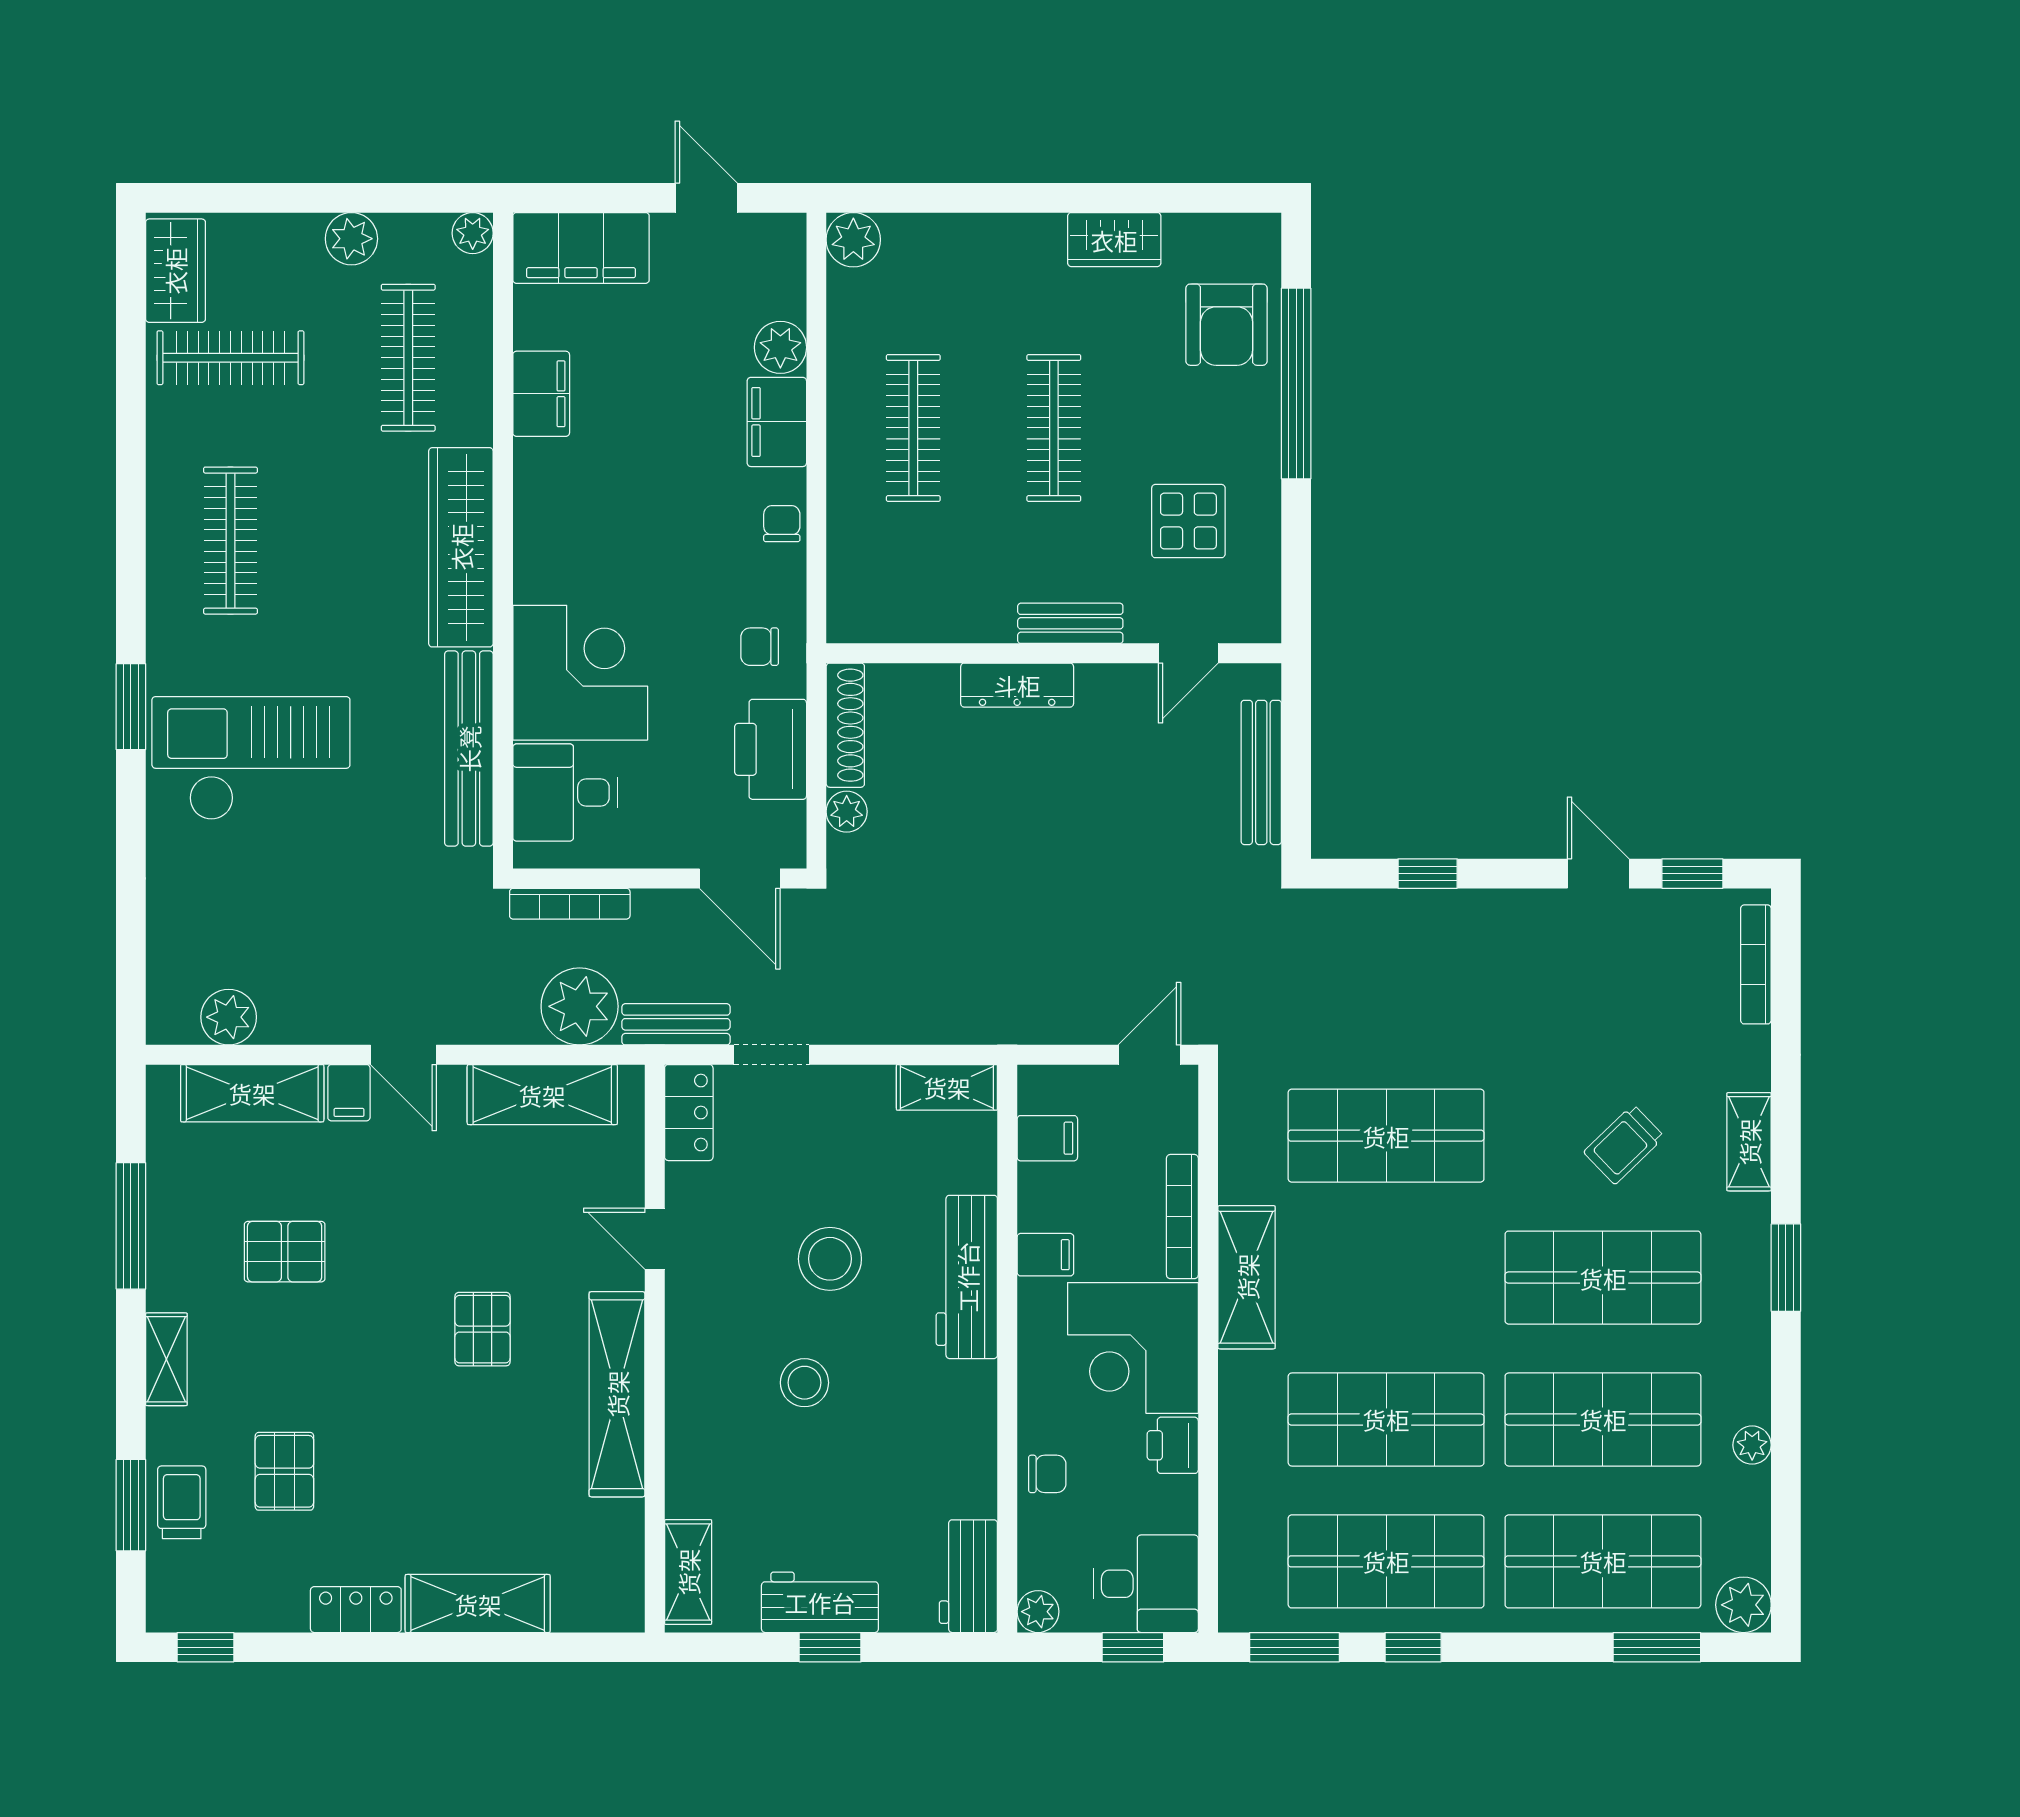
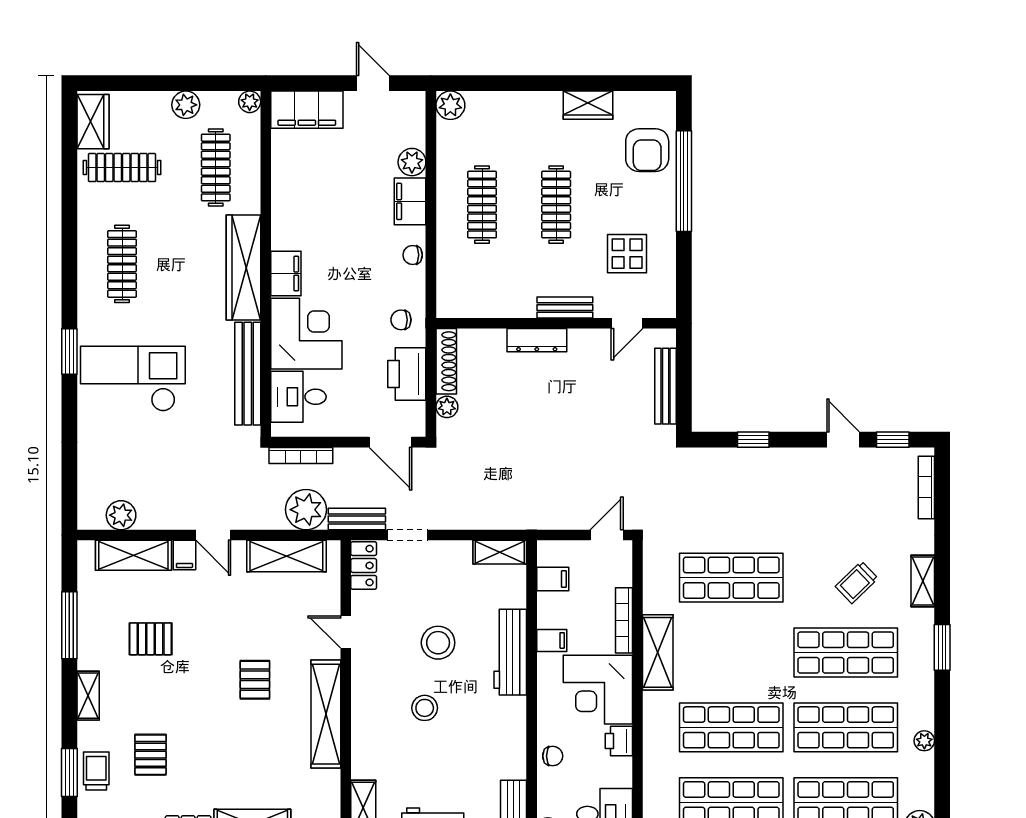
filing cabinet: (541, 394) -> (286, 274), moved
chair: (782, 524) -> (413, 255), turned -90

